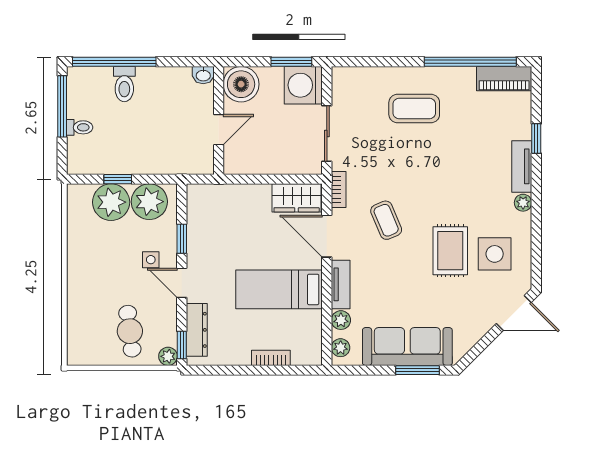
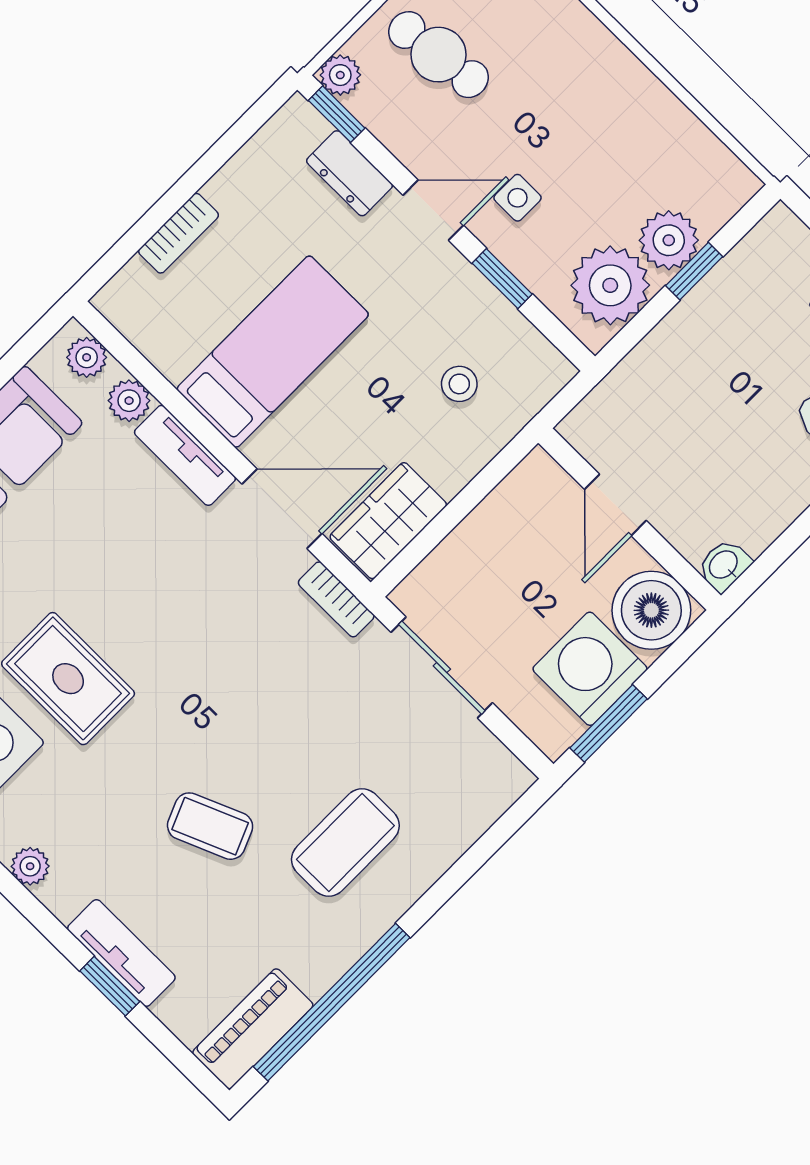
washing machine: (303, 85) -> (590, 669), moved, turned -90
tv unit: (522, 166) -> (121, 953), moved
plant: (111, 202) -> (669, 240), width x0.73, depth x0.73
stool: (230, 219) -> (459, 384), added
coffee table: (386, 220) -> (210, 826), moved
dresser: (197, 330) -> (349, 173), width x0.70

